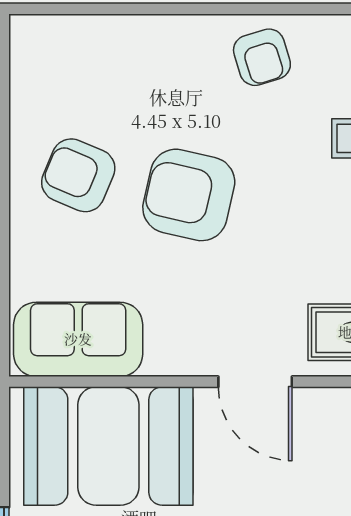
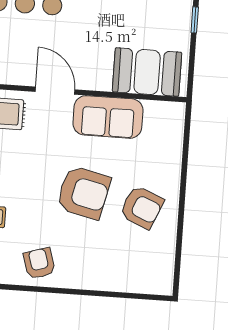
sofa: (78, 339) -> (108, 117), moved
booth: (108, 446) -> (147, 72), width x0.73, depth x0.70

